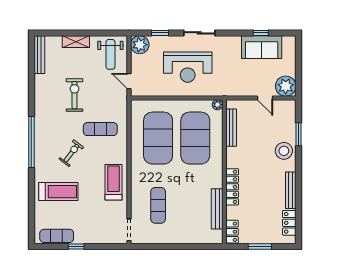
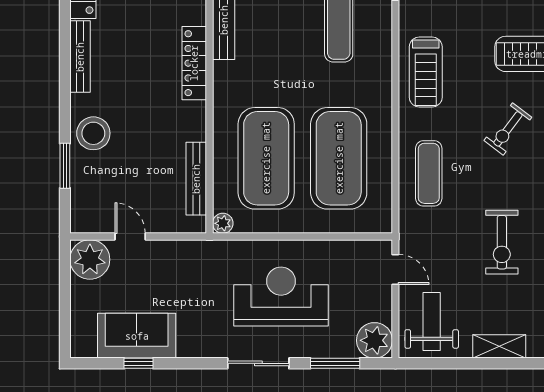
window: (160, 33) -> (335, 363), width x1.50
exercise mat: (100, 129) -> (429, 173), moved, turned 90

